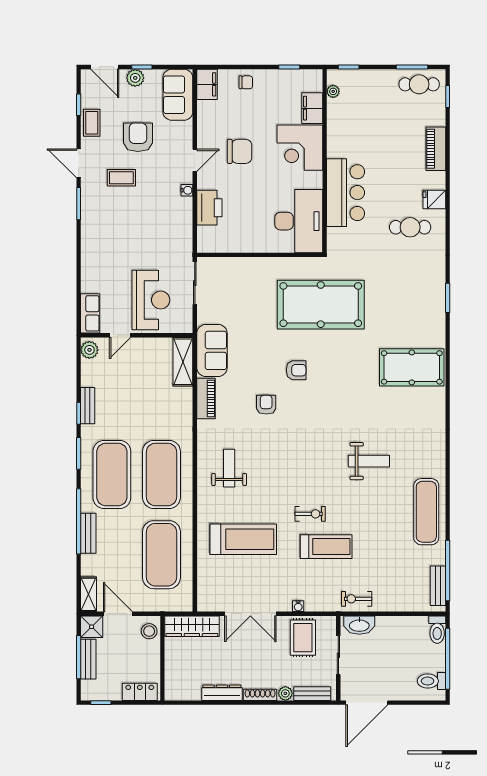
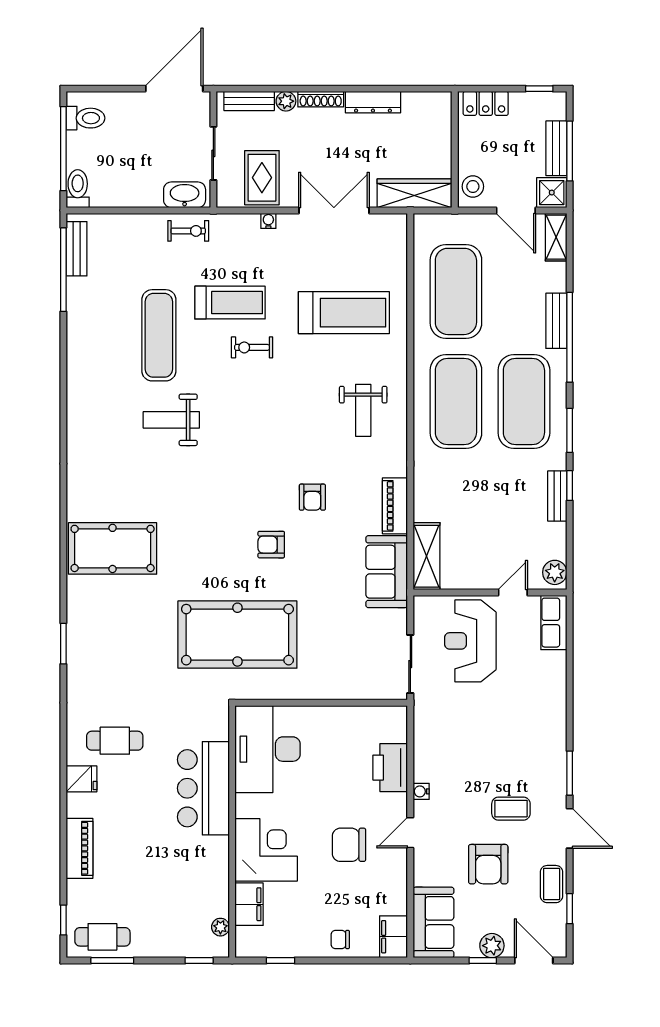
exercise mat: (426, 512) -> (159, 335), moved
treadmill: (243, 539) -> (344, 313), turned 180
treadmill: (326, 547) -> (230, 303), turned 180

